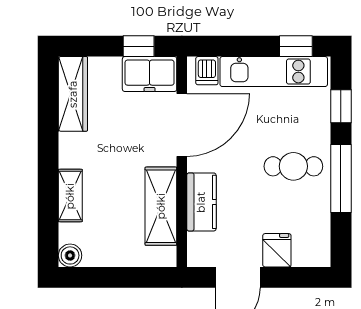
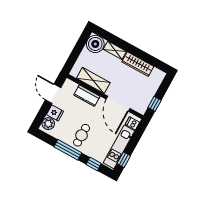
freezer: (150, 74) -> (143, 102), removed
wardrobe: (73, 94) -> (138, 64), moved
plant: (308, 252) -> (48, 124), added
boiler: (70, 255) -> (95, 44), width x1.86, depth x1.86

